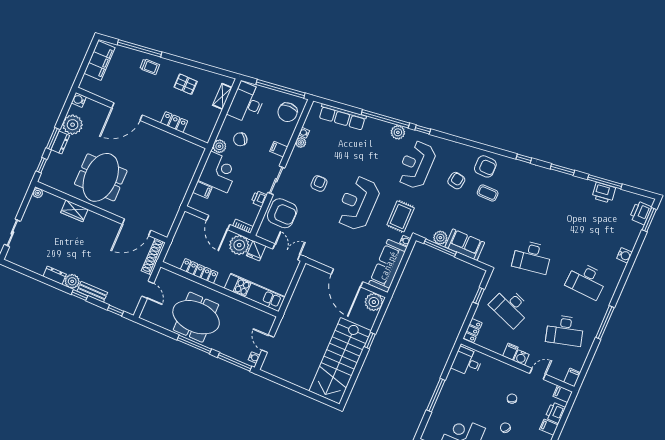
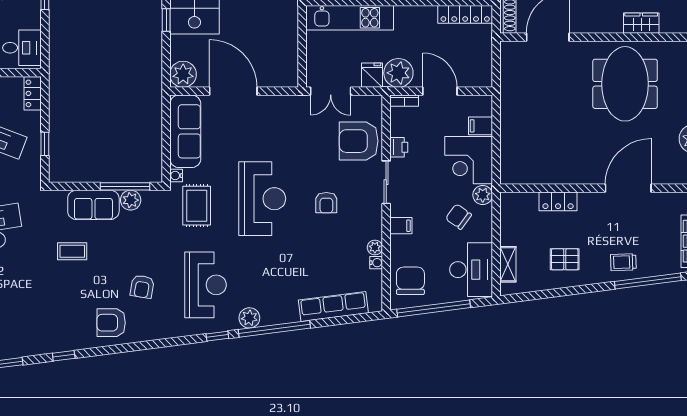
chair: (240, 139) -> (459, 217), turned -108
coffee table: (488, 193) -> (72, 251), moved
locker: (199, 271) -> (465, 14), moved

